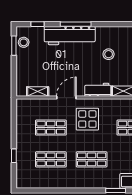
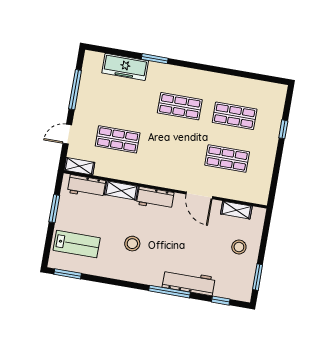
workbench: (70, 36) -> (189, 282), width x0.73, depth x0.76
stool: (24, 42) -> (239, 247), moved
door: (66, 98) -> (199, 195), hinge flipped
display table: (87, 119) -> (176, 161), removed

